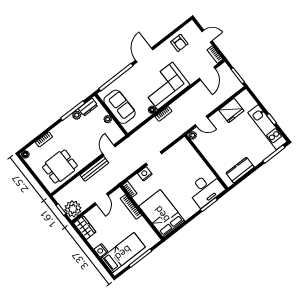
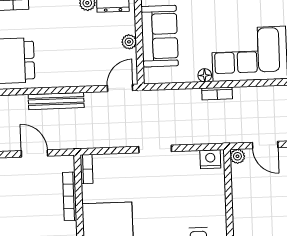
door: (109, 150) -> (120, 88), moved
nightstand: (145, 174) -> (210, 159), moved
door: (101, 199) -> (34, 153), swing flipped

